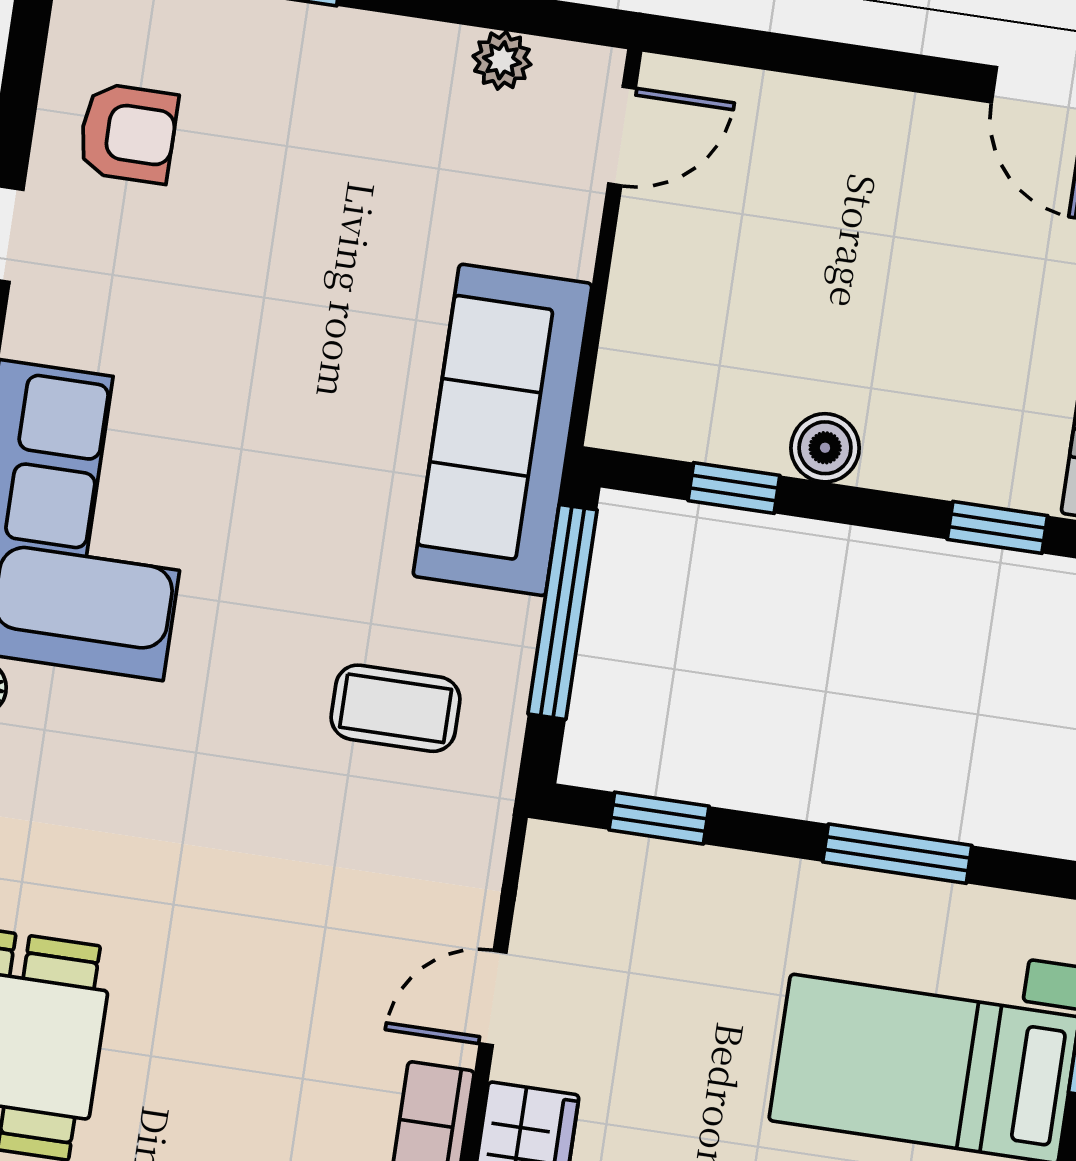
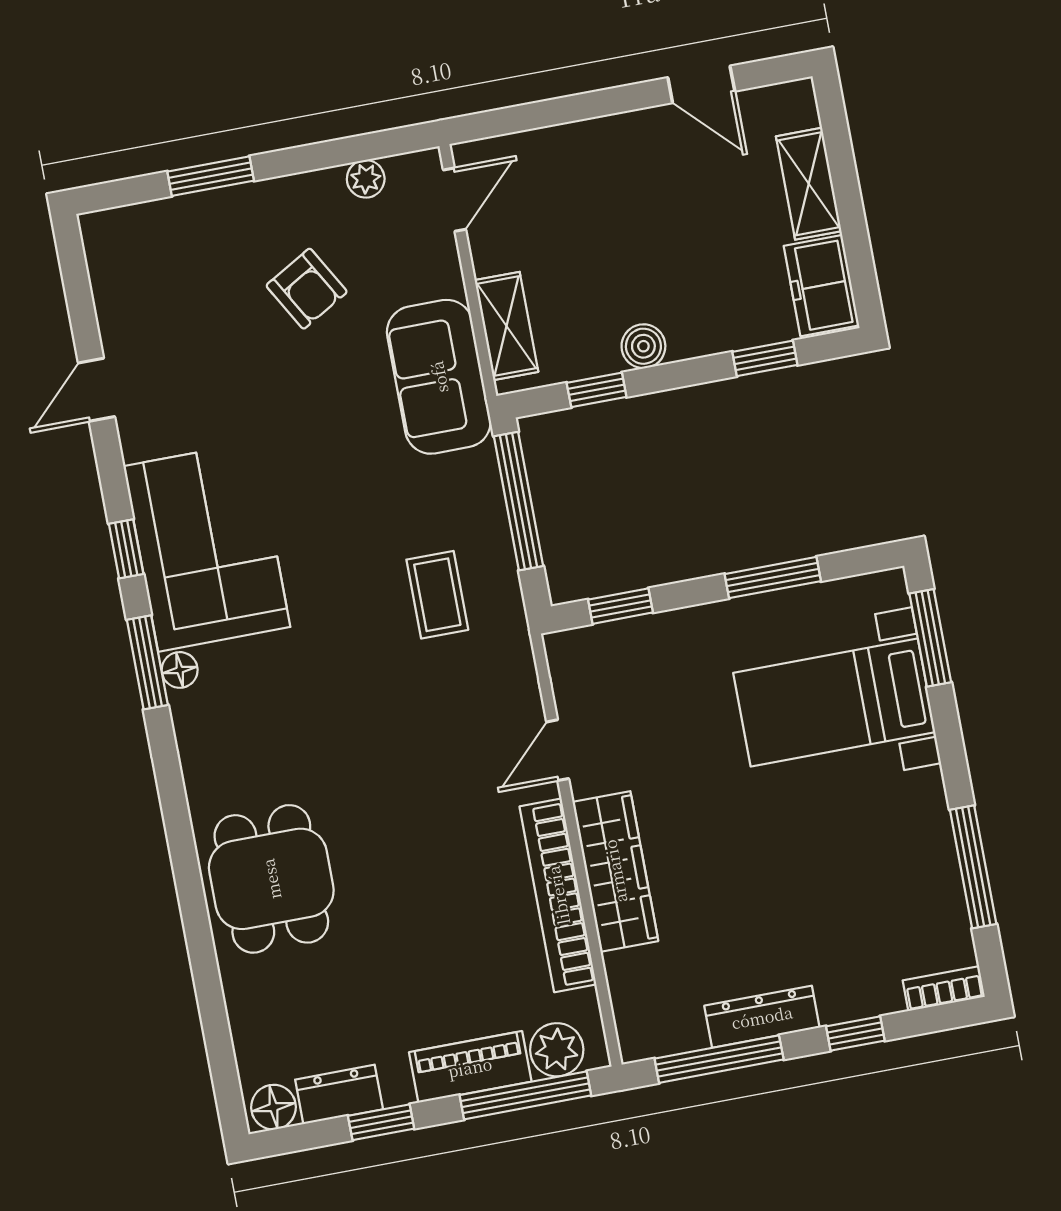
armchair: (128, 133) -> (307, 289), moved, turned 60
shelving: (634, 348) -> (506, 326), added
sofa: (502, 430) -> (439, 377), width x0.73
coffee table: (396, 708) -> (437, 595), turned 90

